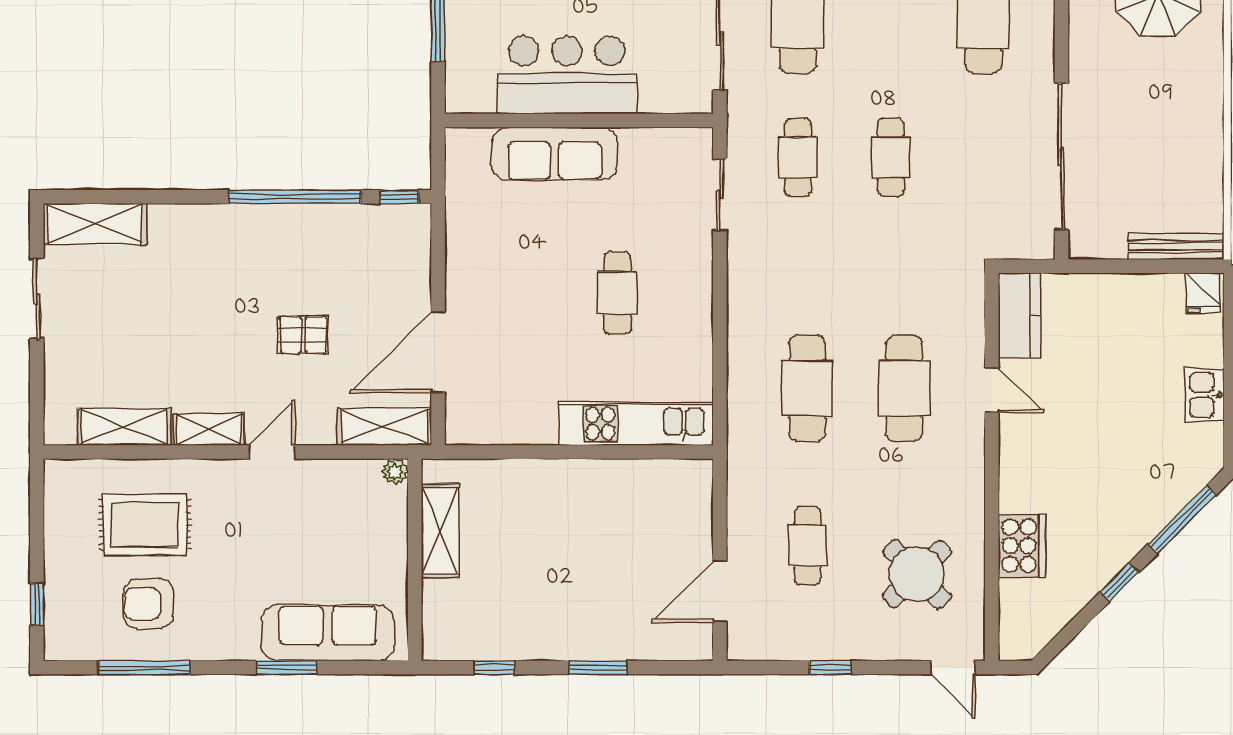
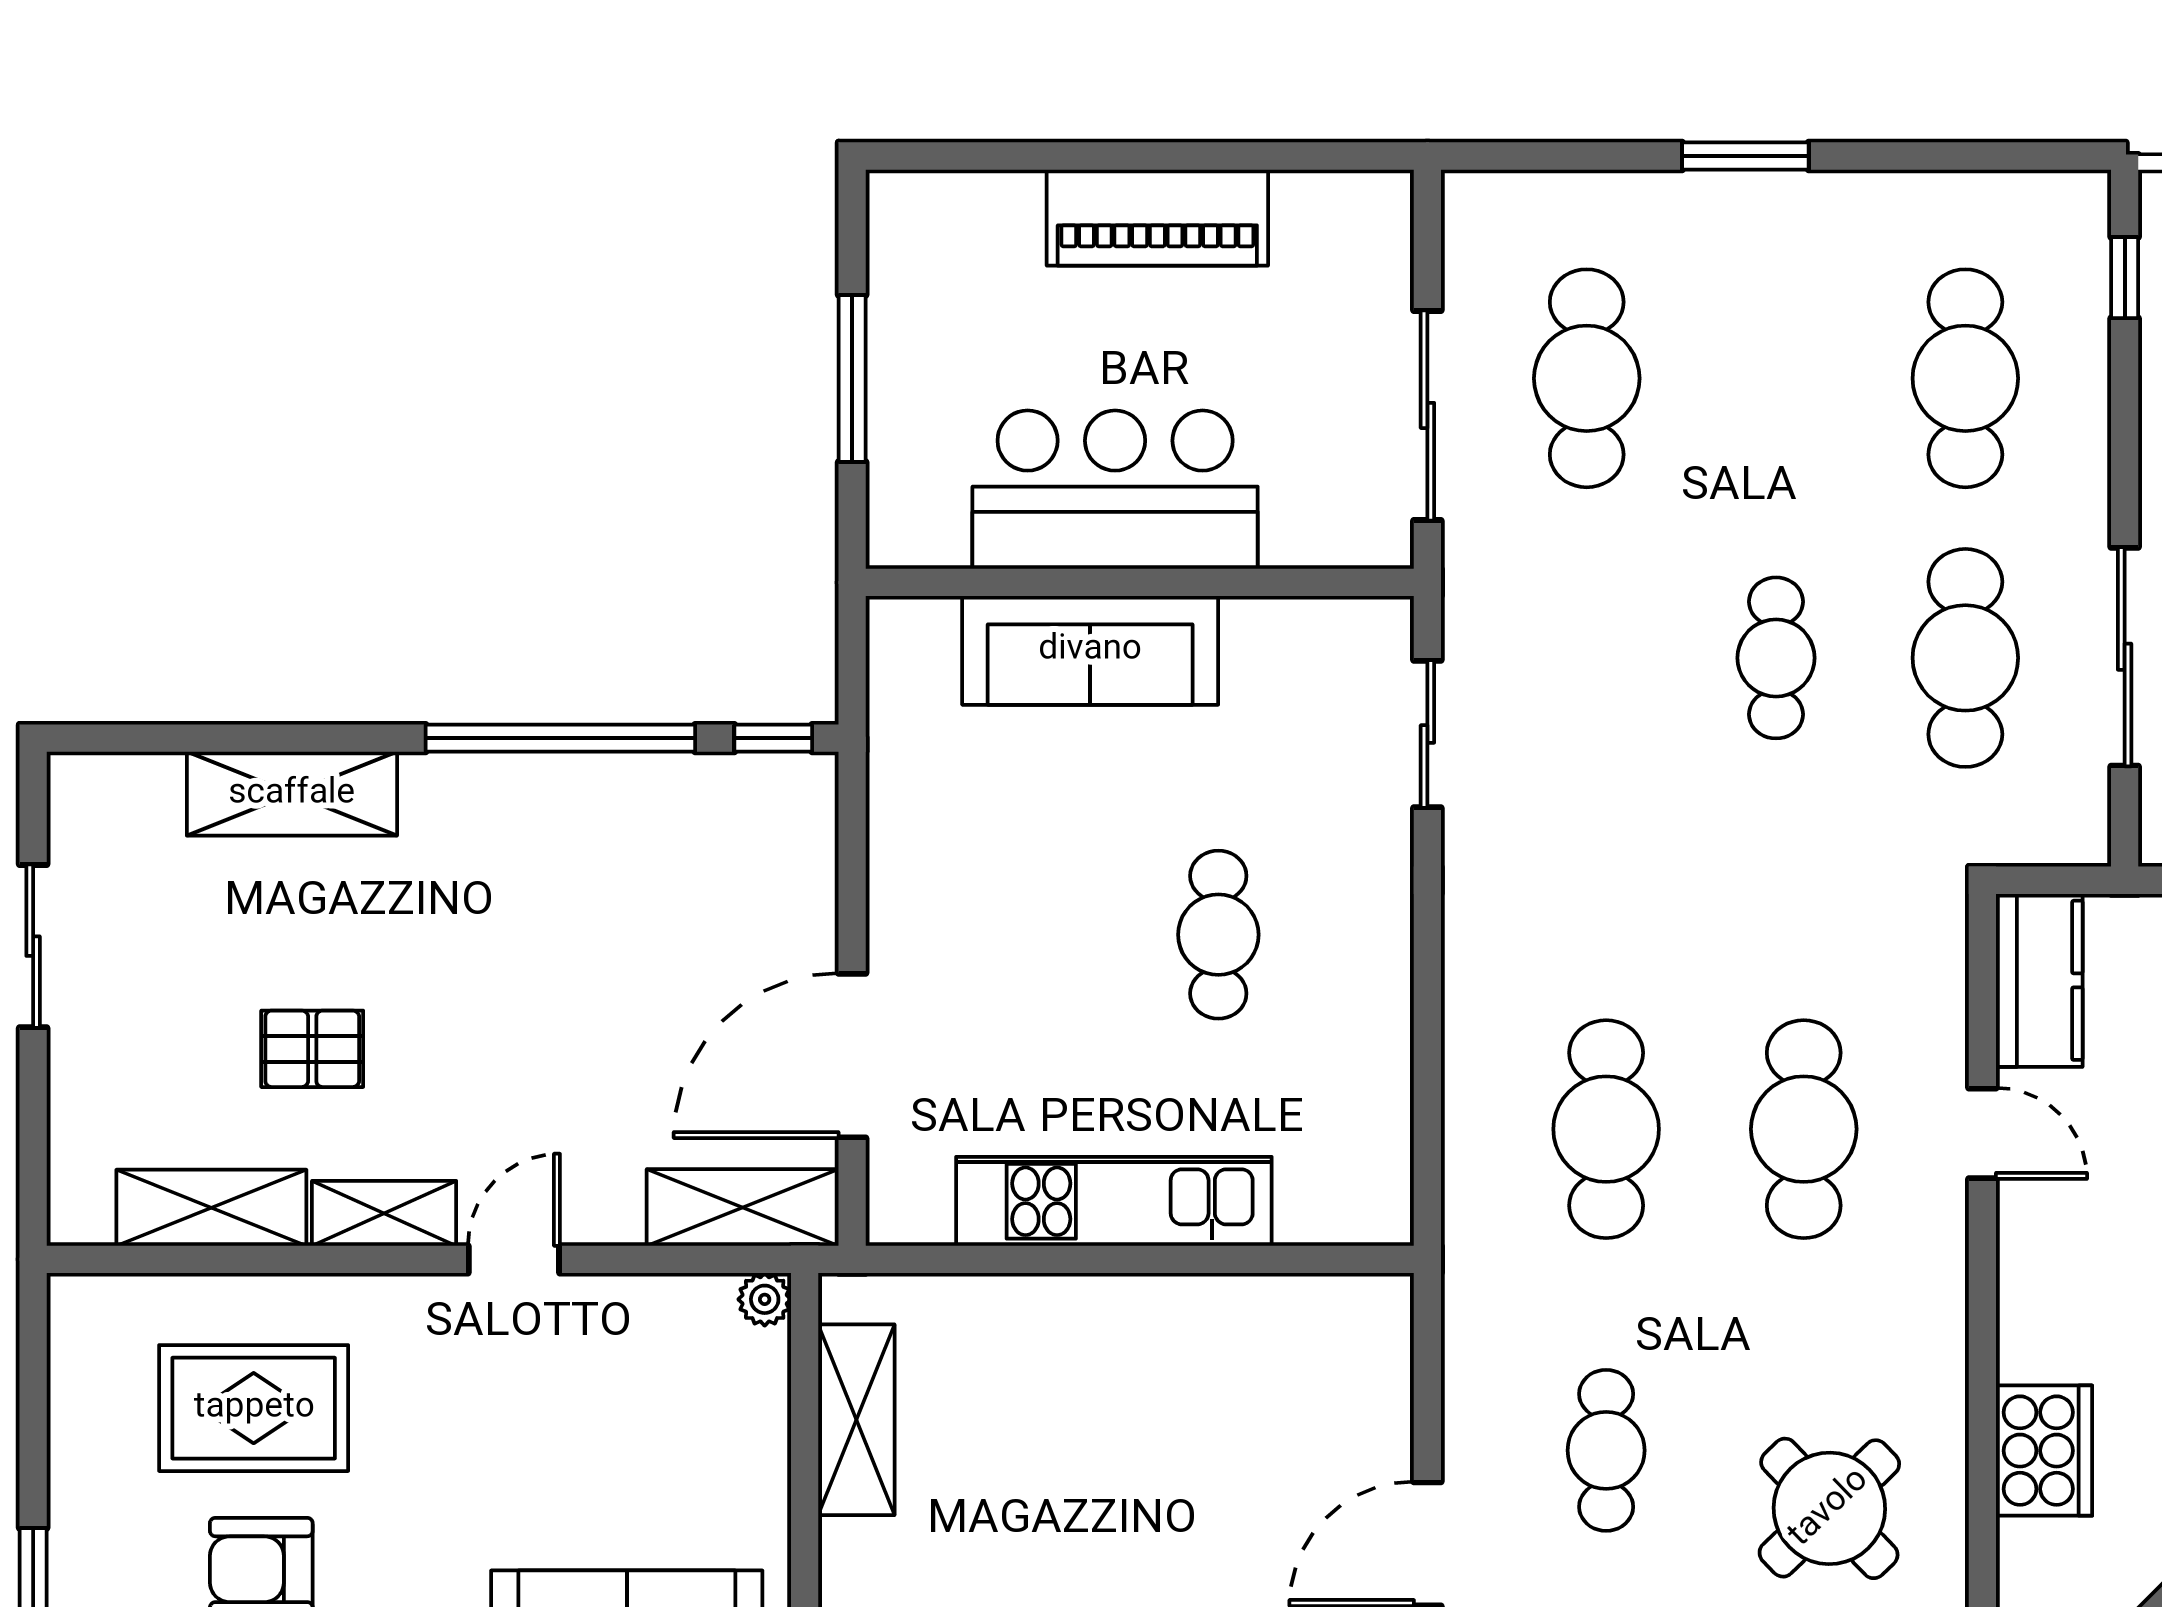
cafe table: (798, 157) -> (1965, 658), moved, width x1.37, depth x1.35
sliding door: (1061, 157) -> (2125, 657), width x0.73
shelving: (95, 224) -> (292, 794), moved
pallet: (303, 335) -> (312, 1049), moved
kitchen unit: (636, 424) -> (1114, 1201), moved

